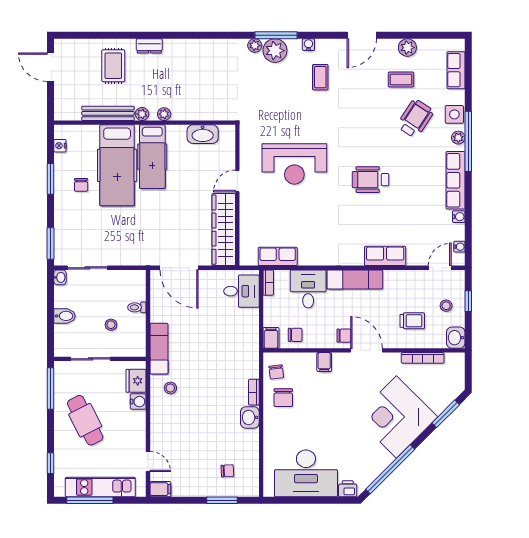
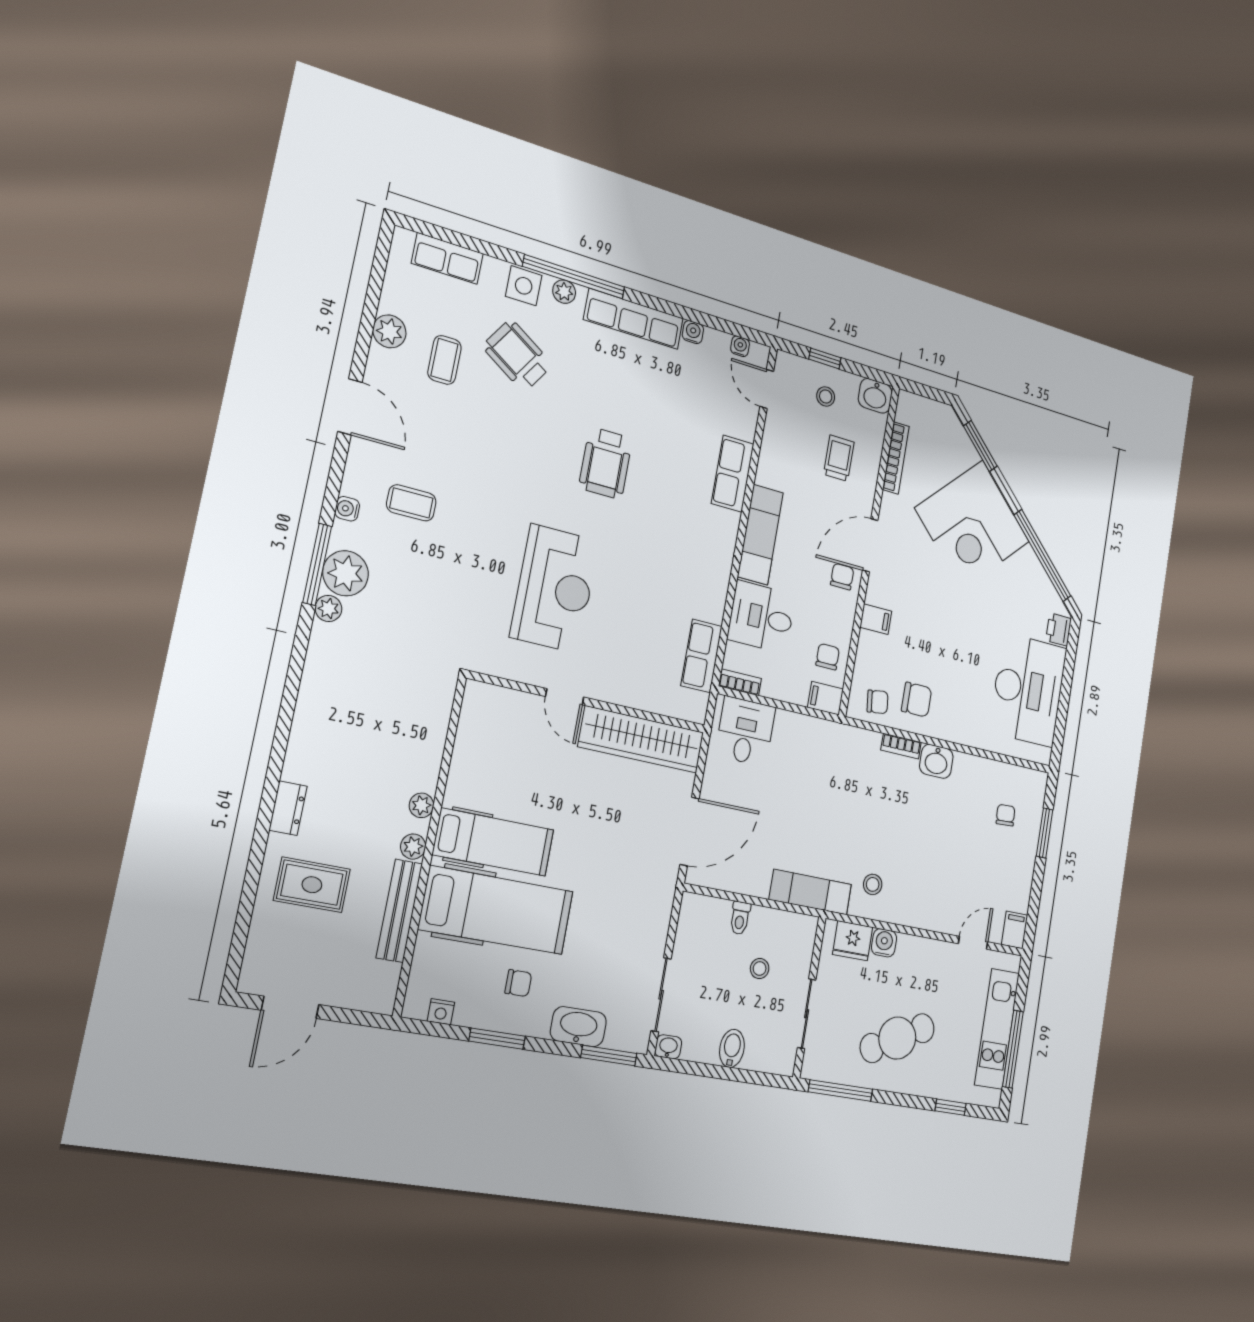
washbasin: (203, 134) -> (578, 1027), moved, turned -90

